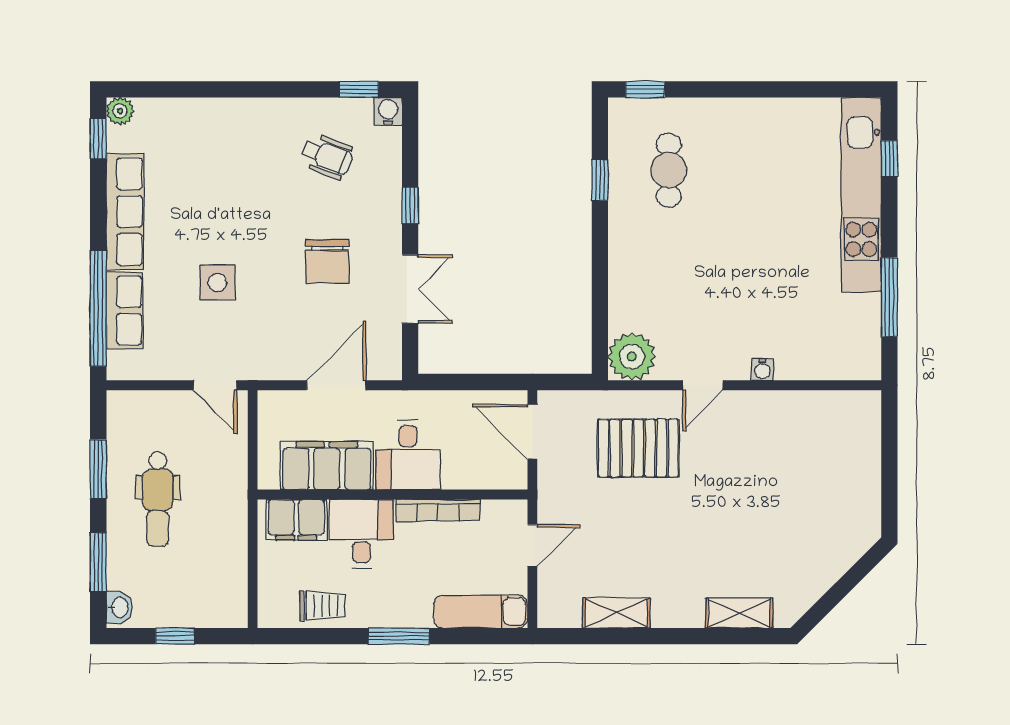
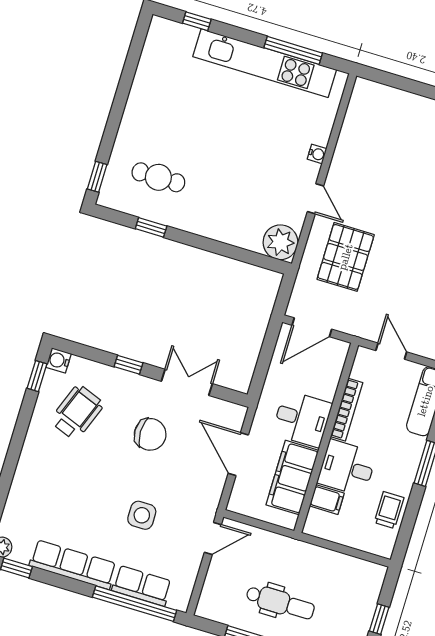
wheelchair: (327, 156) -> (77, 412), width x1.36, depth x1.37
kitchen unit: (861, 195) -> (265, 63), moved
filing cabinet: (296, 520) -> (327, 500), width x0.50

